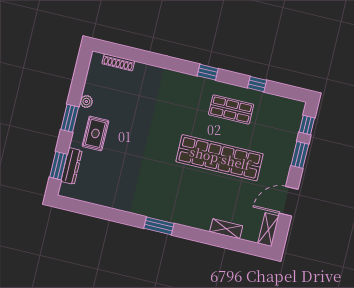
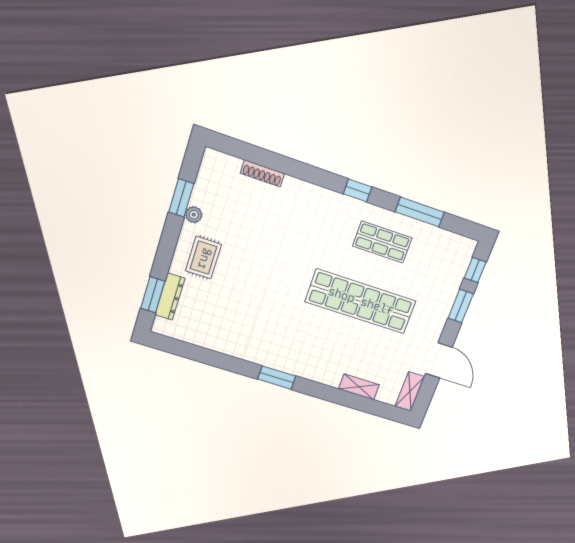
shoe rack: (118, 62) -> (262, 173), moved
window: (257, 84) -> (420, 212), width x2.17
window: (70, 118) -> (181, 198), moved
door: (289, 201) -> (439, 360), swing flipped

